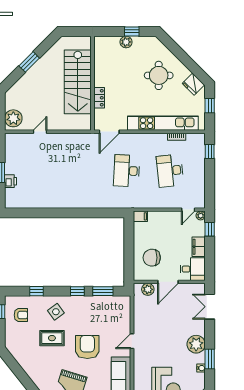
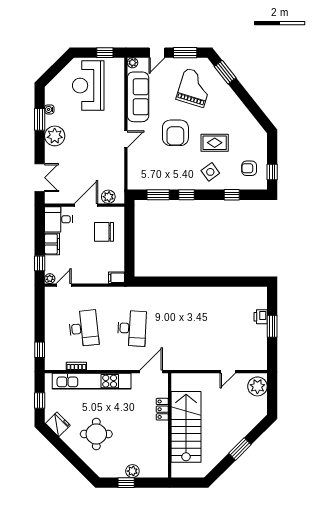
chair: (152, 258) -> (104, 232), turned 180

